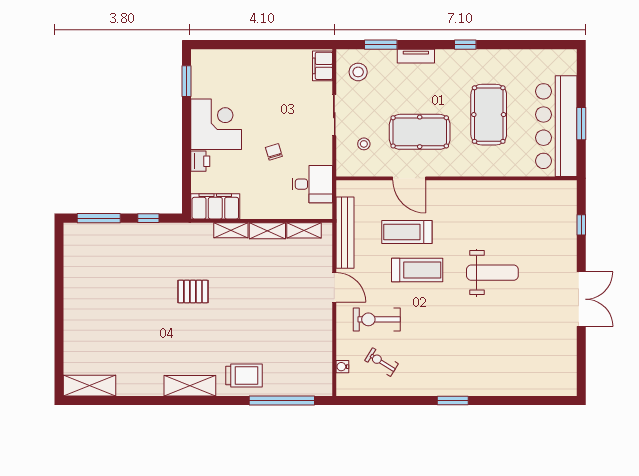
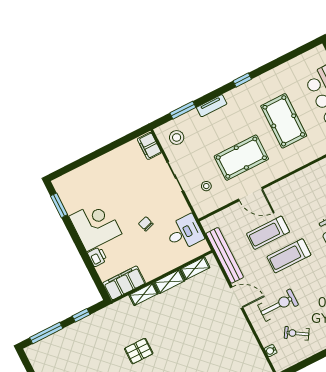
treadmill: (417, 270) -> (289, 256), turned 180
exercise bike: (377, 319) -> (278, 305), turned 180

